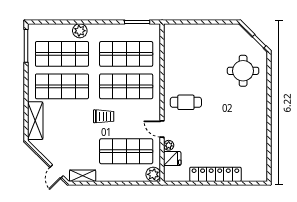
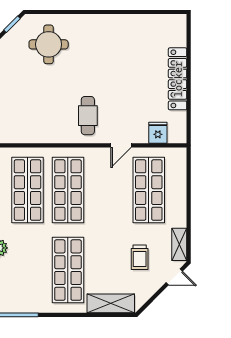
shop shelf: (62, 54) -> (28, 270), removed
trolley: (104, 116) -> (140, 257), moved, turned 180
plant: (169, 145) -> (141, 137), removed
plant: (153, 174) -> (178, 156), removed

